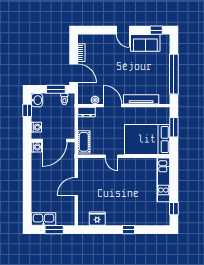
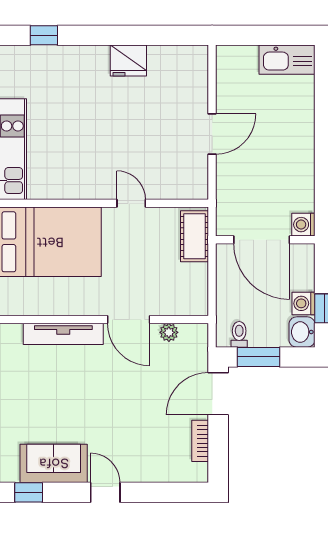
door: (74, 73) -> (218, 394), hinge flipped
dresser: (87, 112) -> (188, 305), removed
washing machine: (36, 127) -> (304, 303), moved
door: (55, 140) -> (262, 240), swing flipped
fridge: (97, 219) -> (128, 61), moved
window: (54, 230) -> (262, 35), removed
window: (128, 230) -> (44, 35), moved

